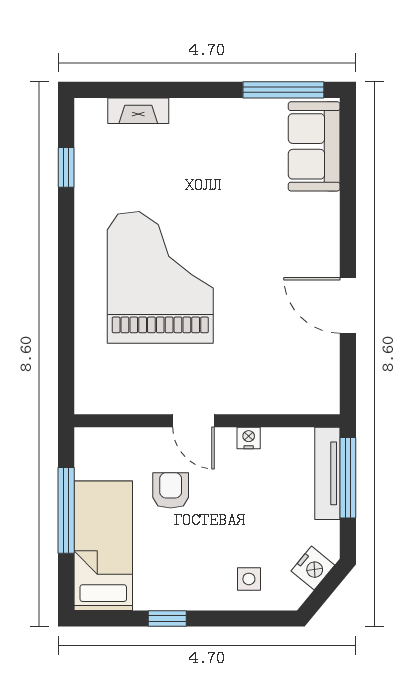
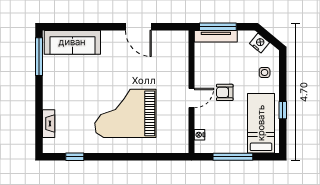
sofa: (314, 146) -> (72, 42), width x1.36
door: (348, 305) -> (138, 27), hinge flipped
nightstand: (249, 438) -> (199, 135), moved
armchair: (171, 490) -> (225, 92), moved
bed: (103, 546) -> (261, 123), moved, turned 90

